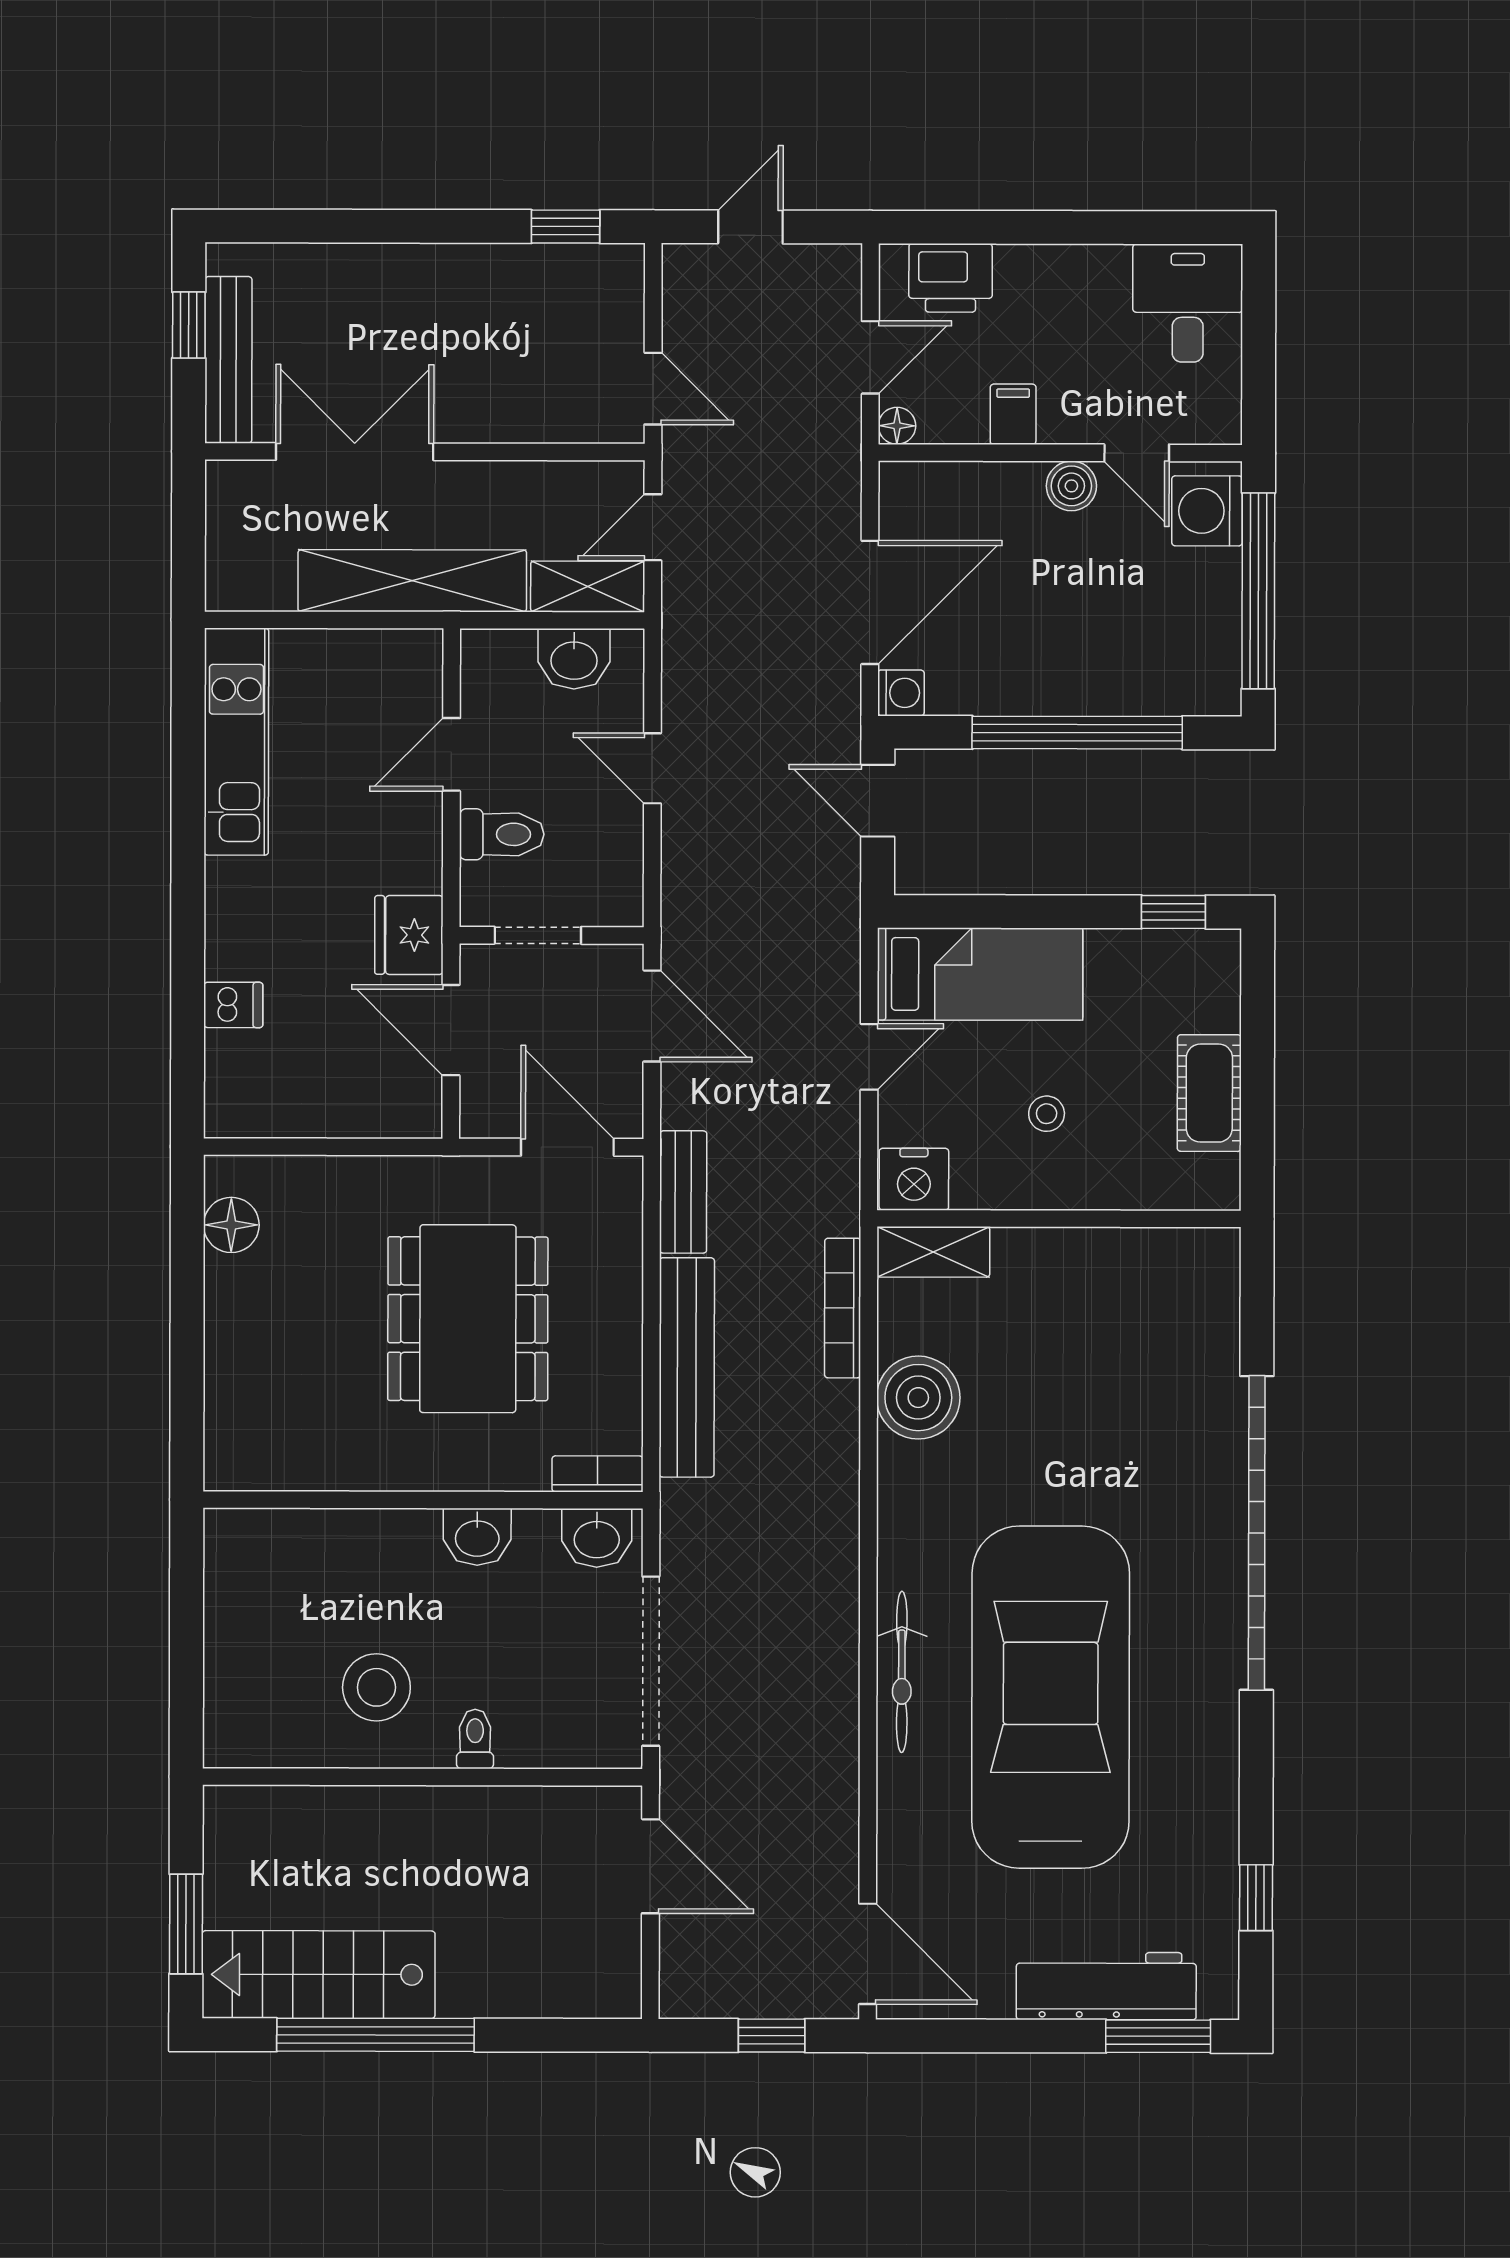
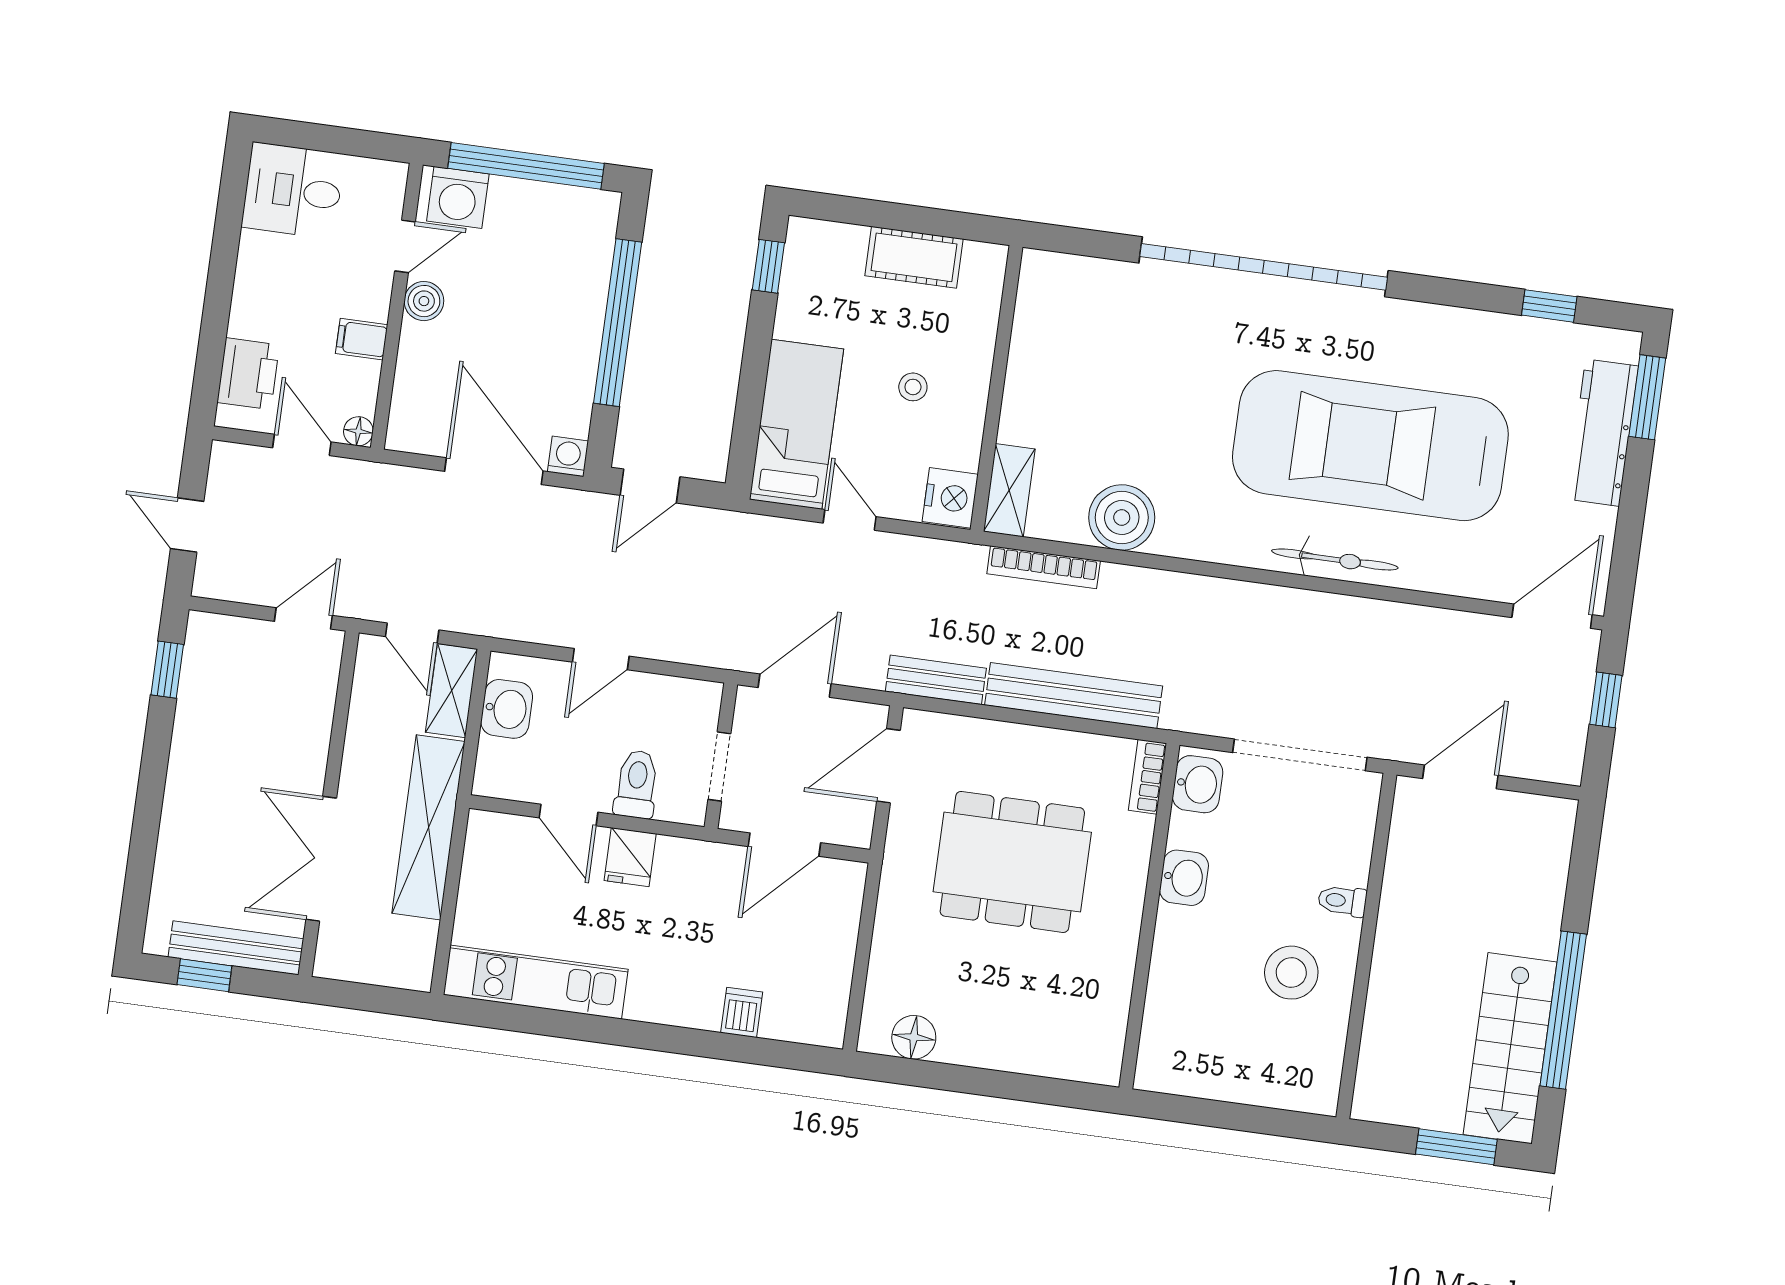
fridge: (409, 935) -> (630, 857), moved, width x0.72

